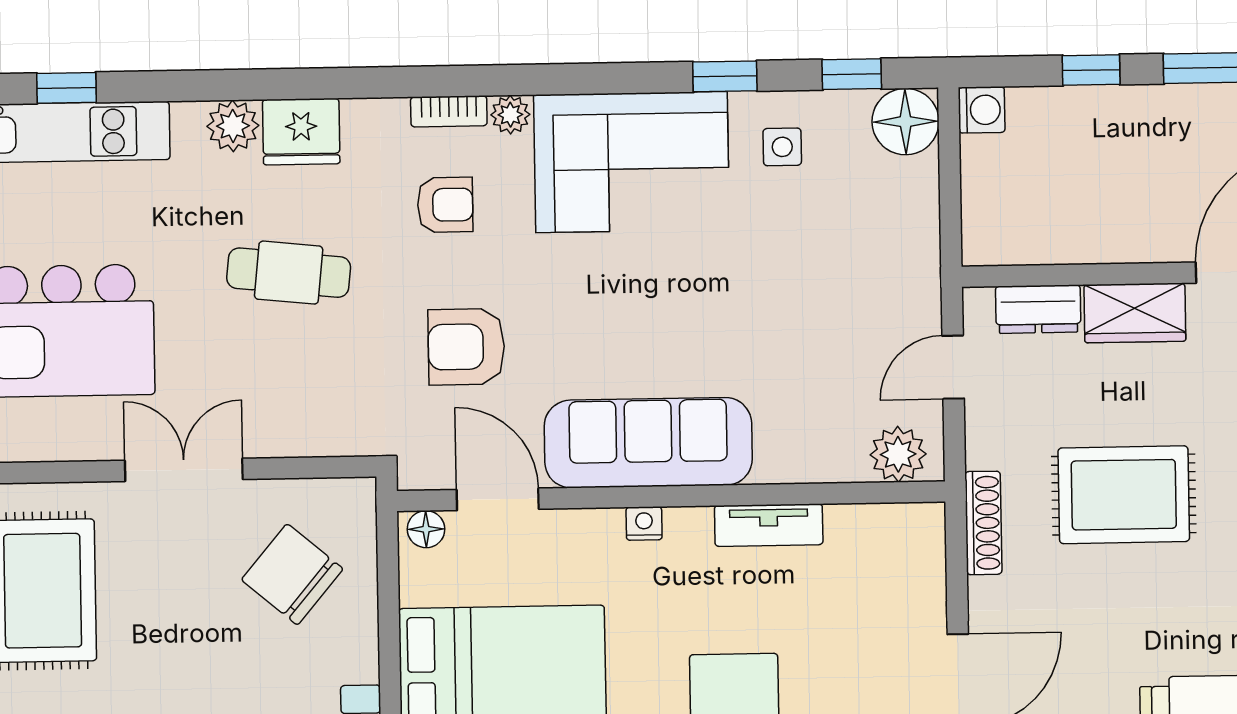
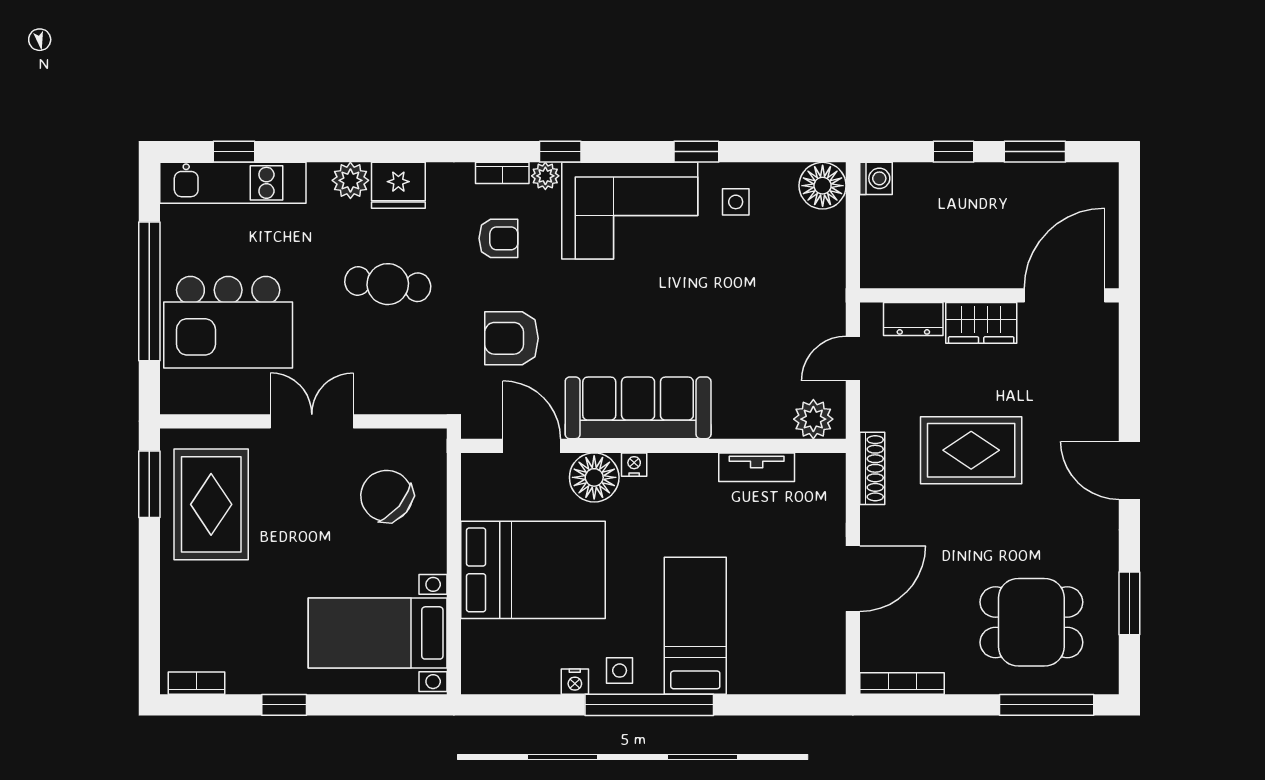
window: (852, 74) -> (560, 152), moved
tv unit: (769, 525) -> (757, 467), moved
floor lamp: (426, 529) -> (594, 477), moved, width x1.89, depth x1.89

